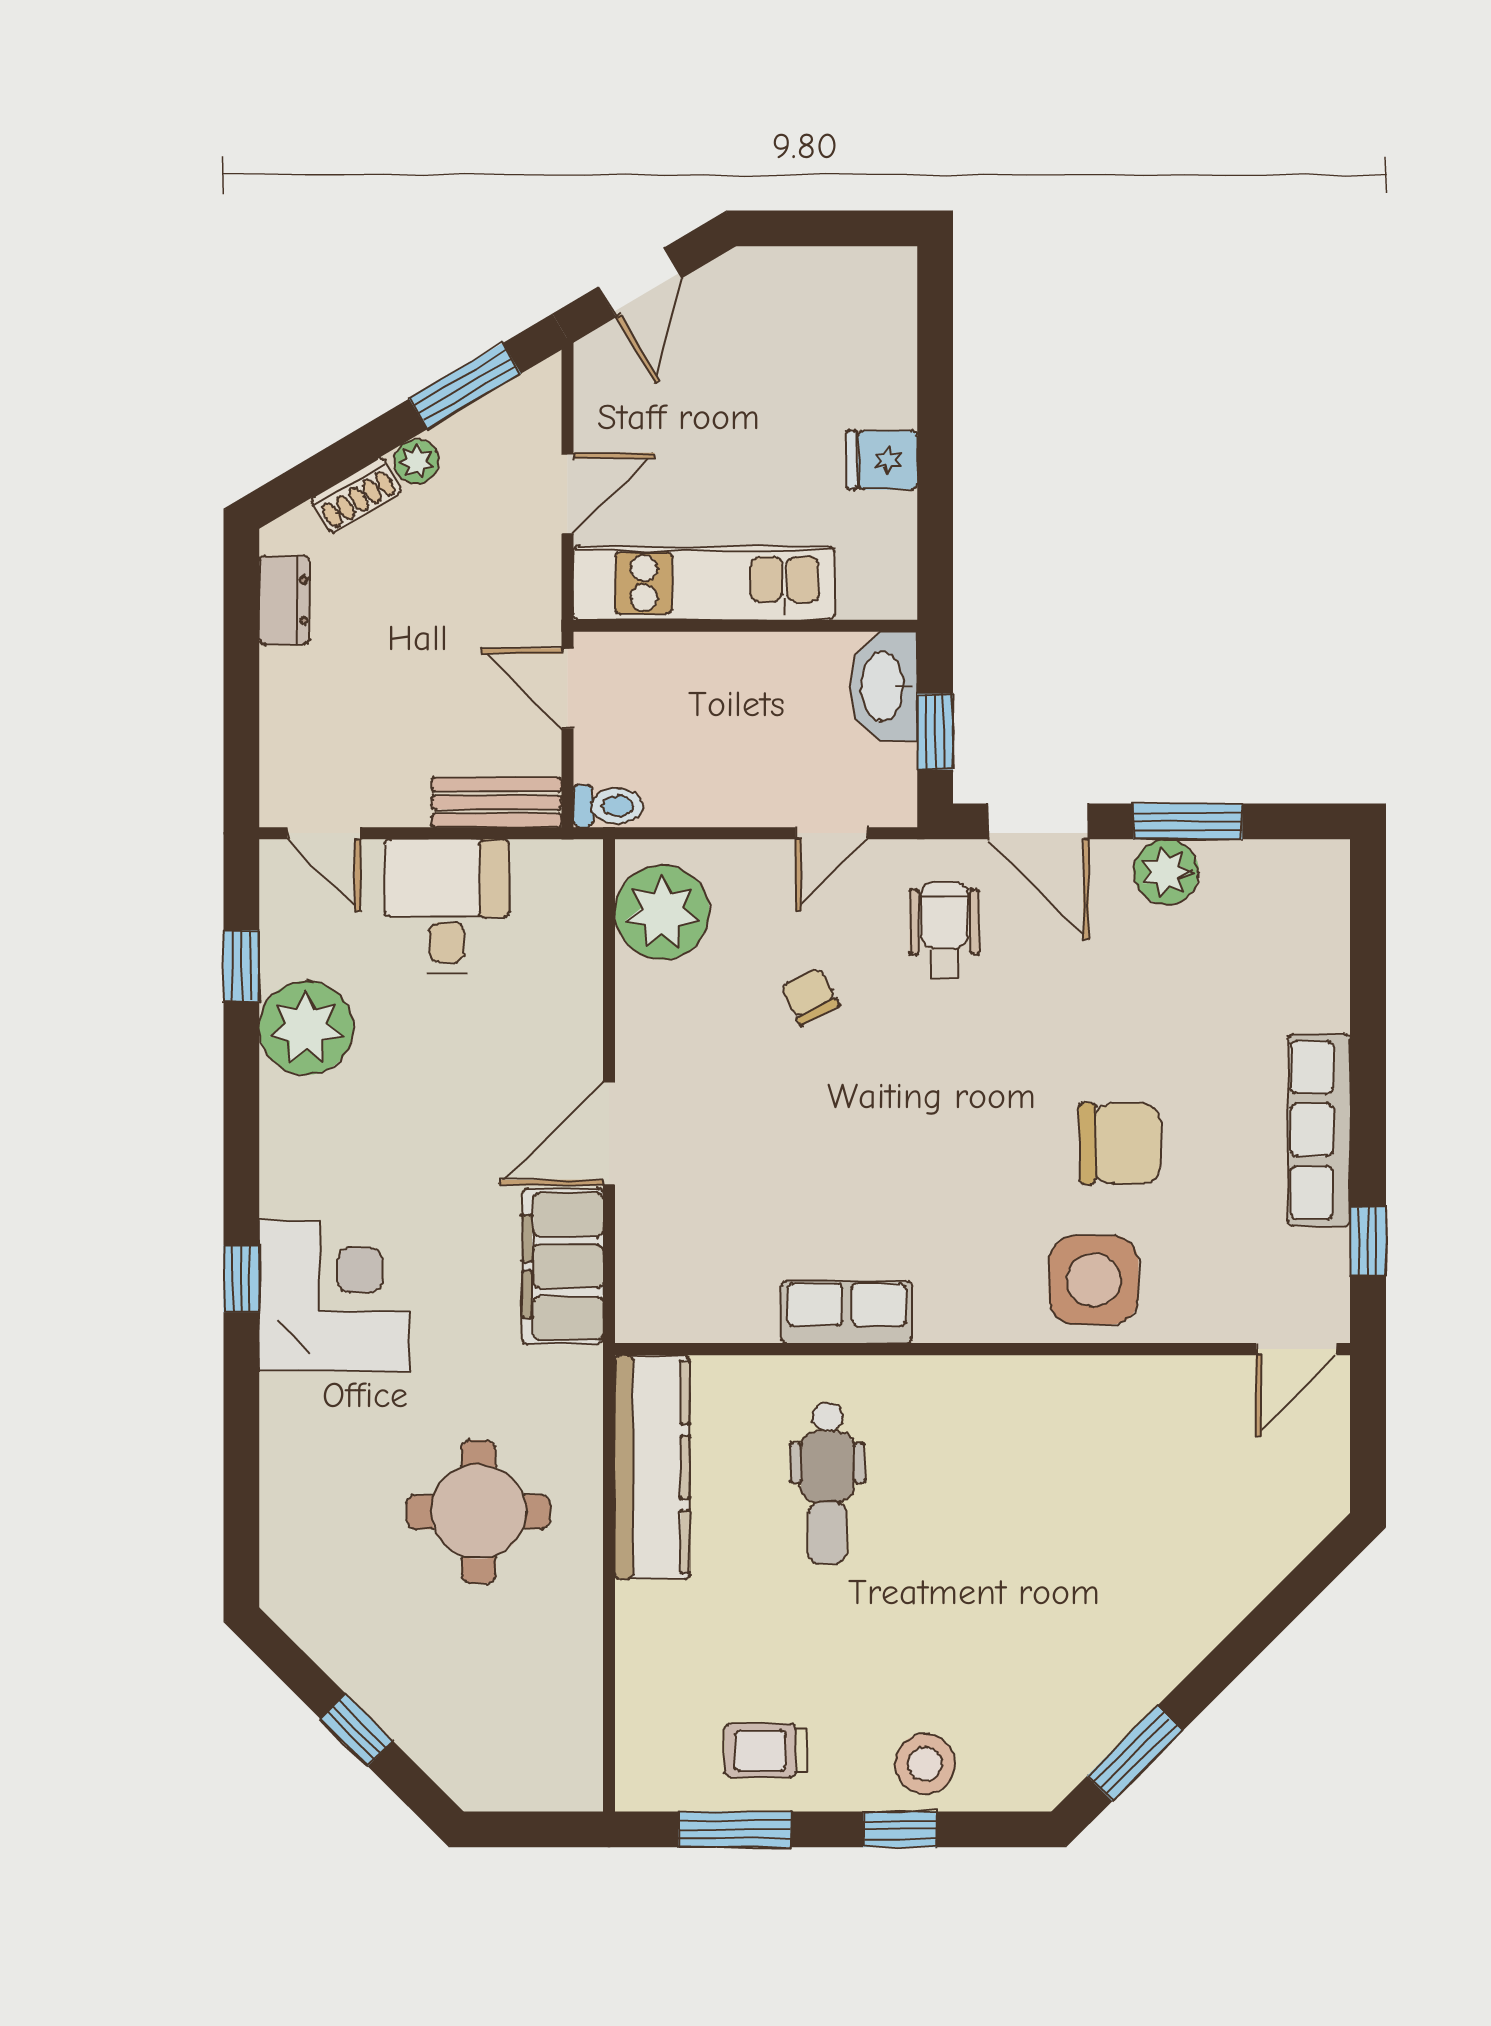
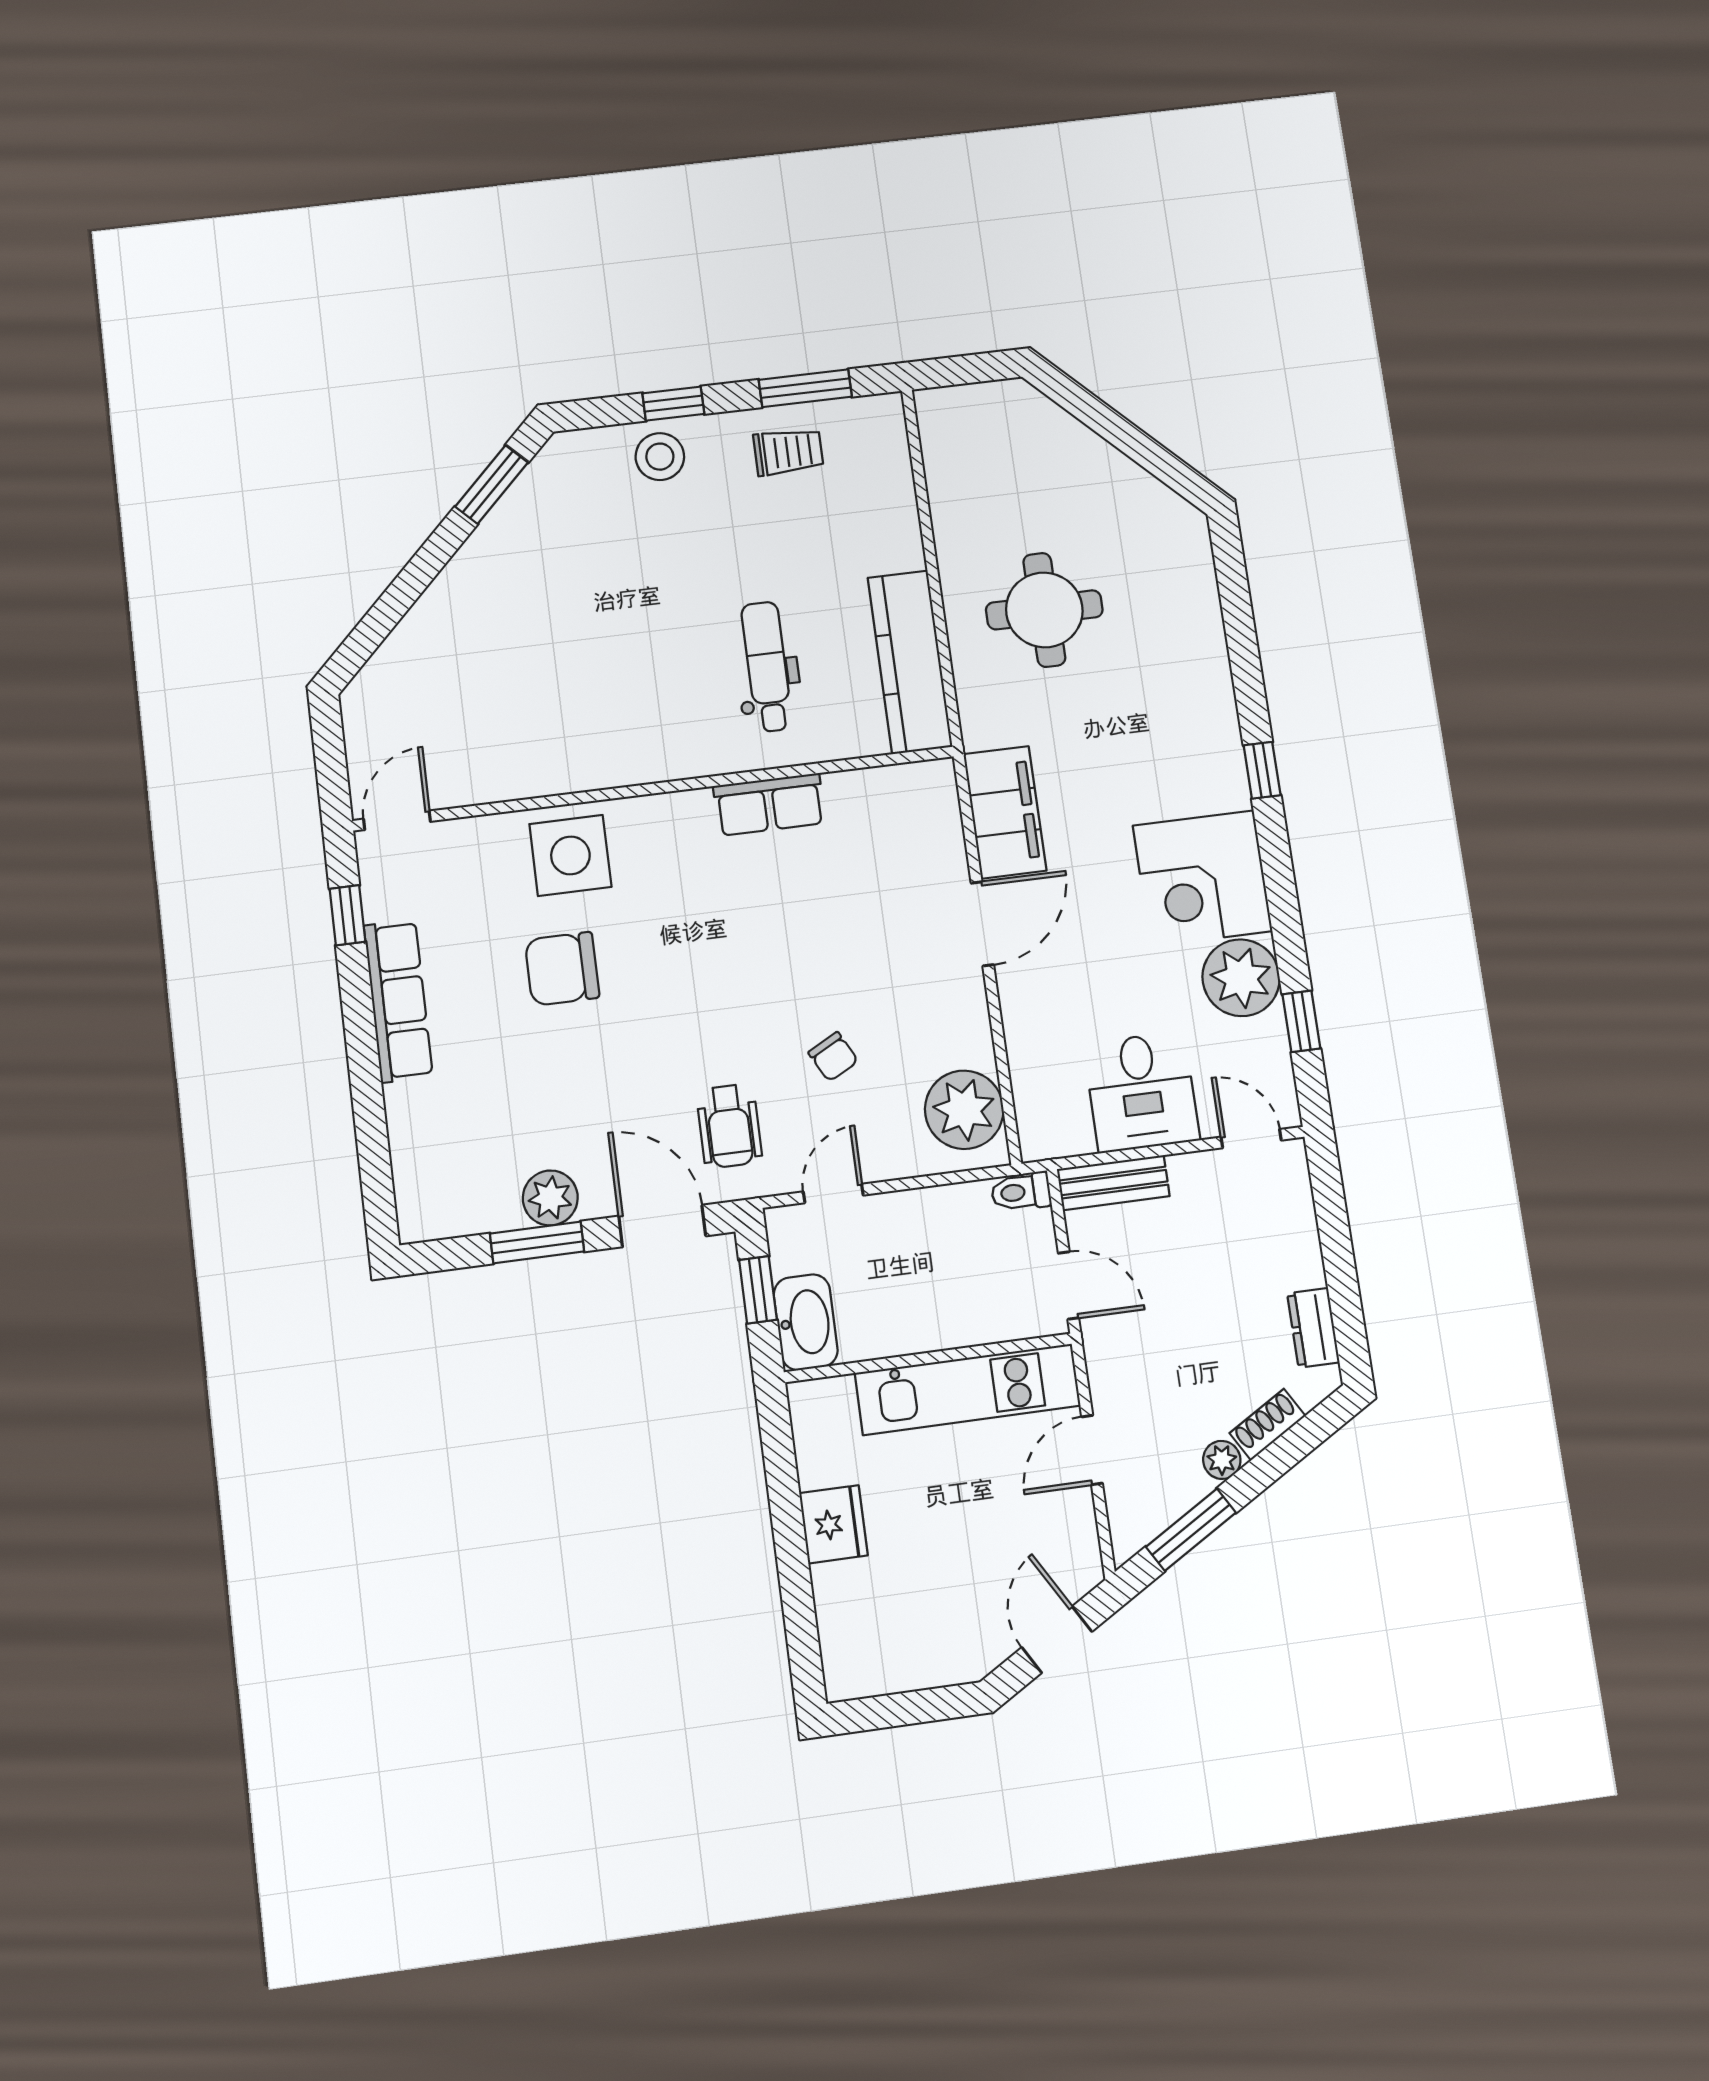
fridge: (882, 460) -> (833, 1524), width x1.38
corner desk: (334, 1296) -> (1202, 878), moved
window: (357, 1730) -> (1116, 429), removed

